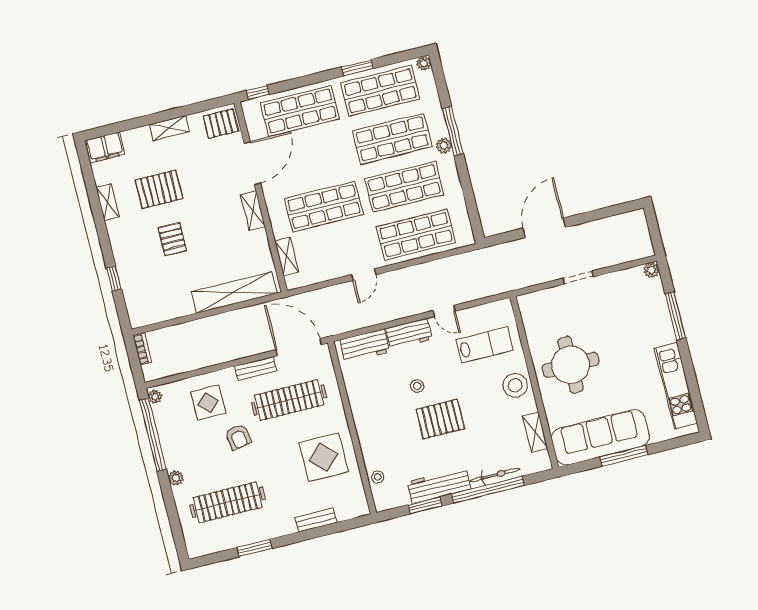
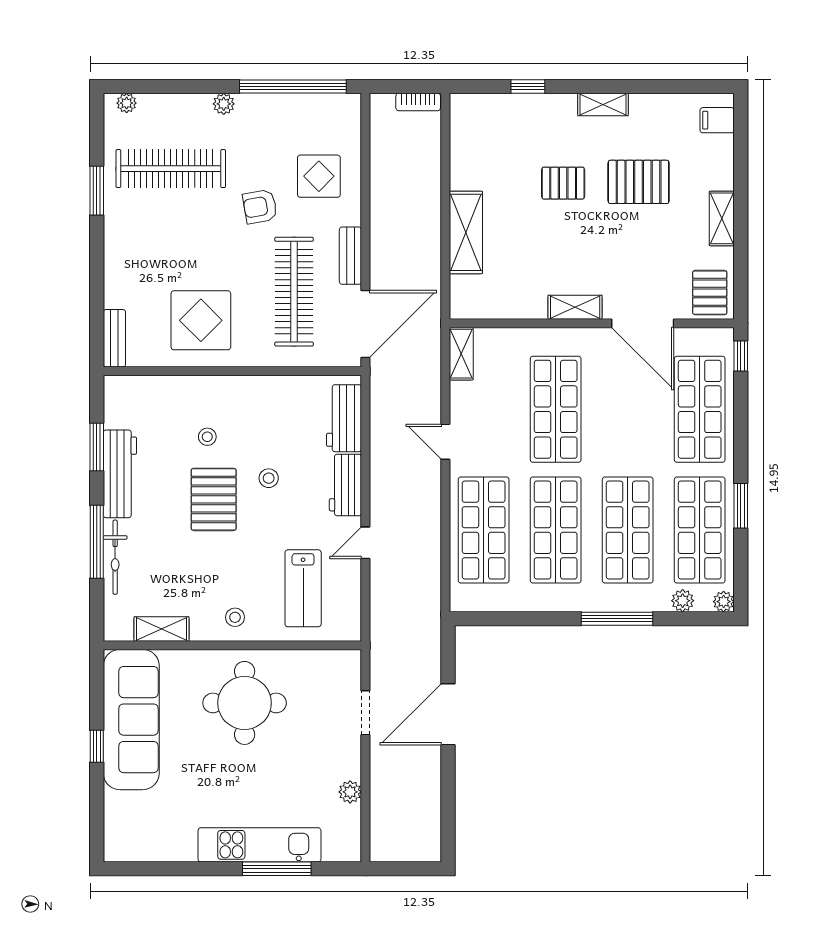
plant: (444, 146) -> (683, 601), moved
filing cabinet: (105, 147) -> (717, 120), width x0.50
pallet: (159, 189) -> (639, 182), turned 90
shelving: (108, 202) -> (603, 104), moved
door: (544, 228) -> (448, 714), swing flipped
shelving: (287, 256) -> (461, 354), moved, turned 90
plant: (651, 270) -> (350, 792), moved
doorway: (578, 278) -> (365, 713), moved
shelving: (234, 292) -> (466, 232), width x0.68
stool: (515, 385) -> (235, 617), width x0.53, depth x0.53
kitchen unit: (676, 386) -> (259, 845), moved
plant: (155, 397) -> (127, 103), moved
window: (624, 456) -> (97, 746), width x0.46
stool: (378, 477) -> (207, 437), moved
window: (488, 490) -> (97, 542), width x0.68
clothes rail: (228, 502) -> (171, 169), turned 90
bench: (316, 520) -> (114, 338), moved

